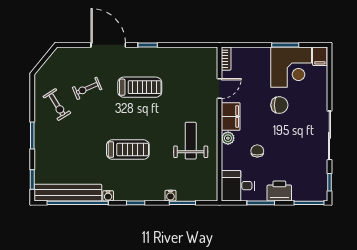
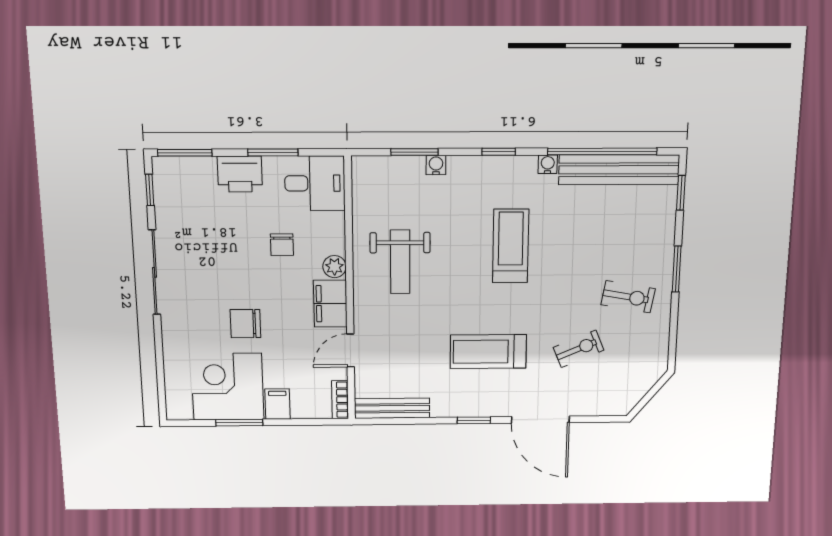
bench: (196, 53) -> (392, 408), added
filing cabinet: (320, 56) -> (278, 404), moved
exercise bike: (57, 105) -> (628, 297), moved, turned 132
treadmill: (128, 150) -> (511, 246), turned 90

